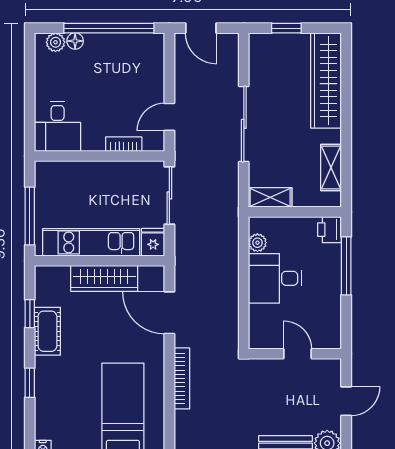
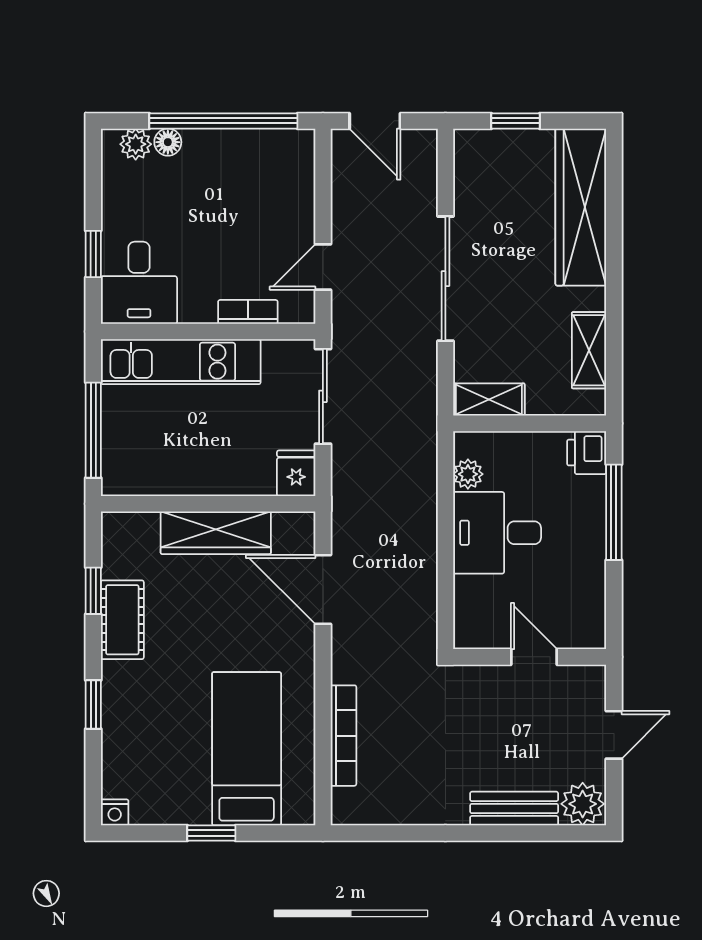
window: (30, 109) -> (93, 254), added
kitchen unit: (91, 242) -> (181, 362), moved, turned 180
bookcase: (182, 378) -> (343, 736), moved

